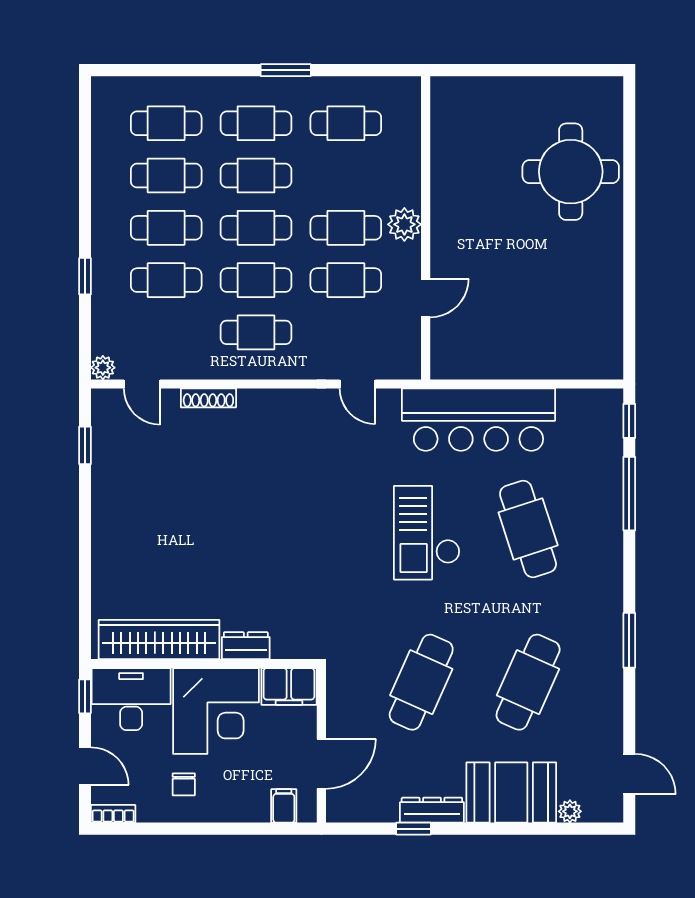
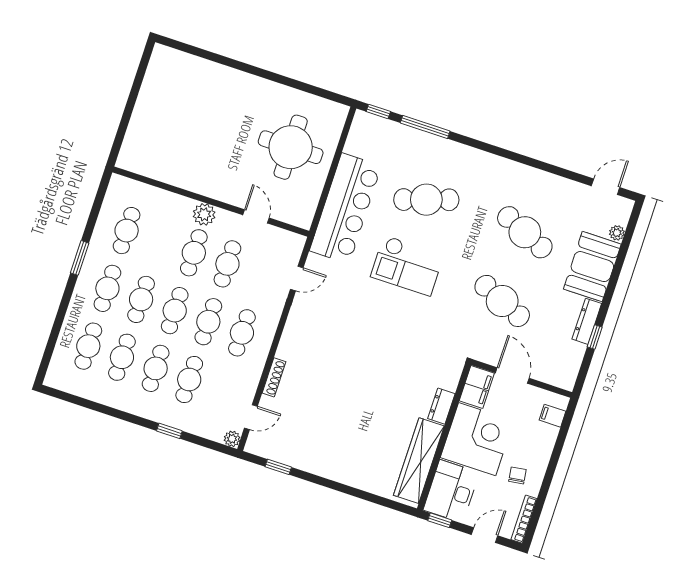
round table: (571, 172) -> (291, 147), moved
window: (629, 640) -> (519, 158), removed
door: (321, 764) -> (512, 376), moved
chair: (184, 784) -> (517, 475), turned -98
bookcase: (113, 814) -> (524, 519), width x1.56

